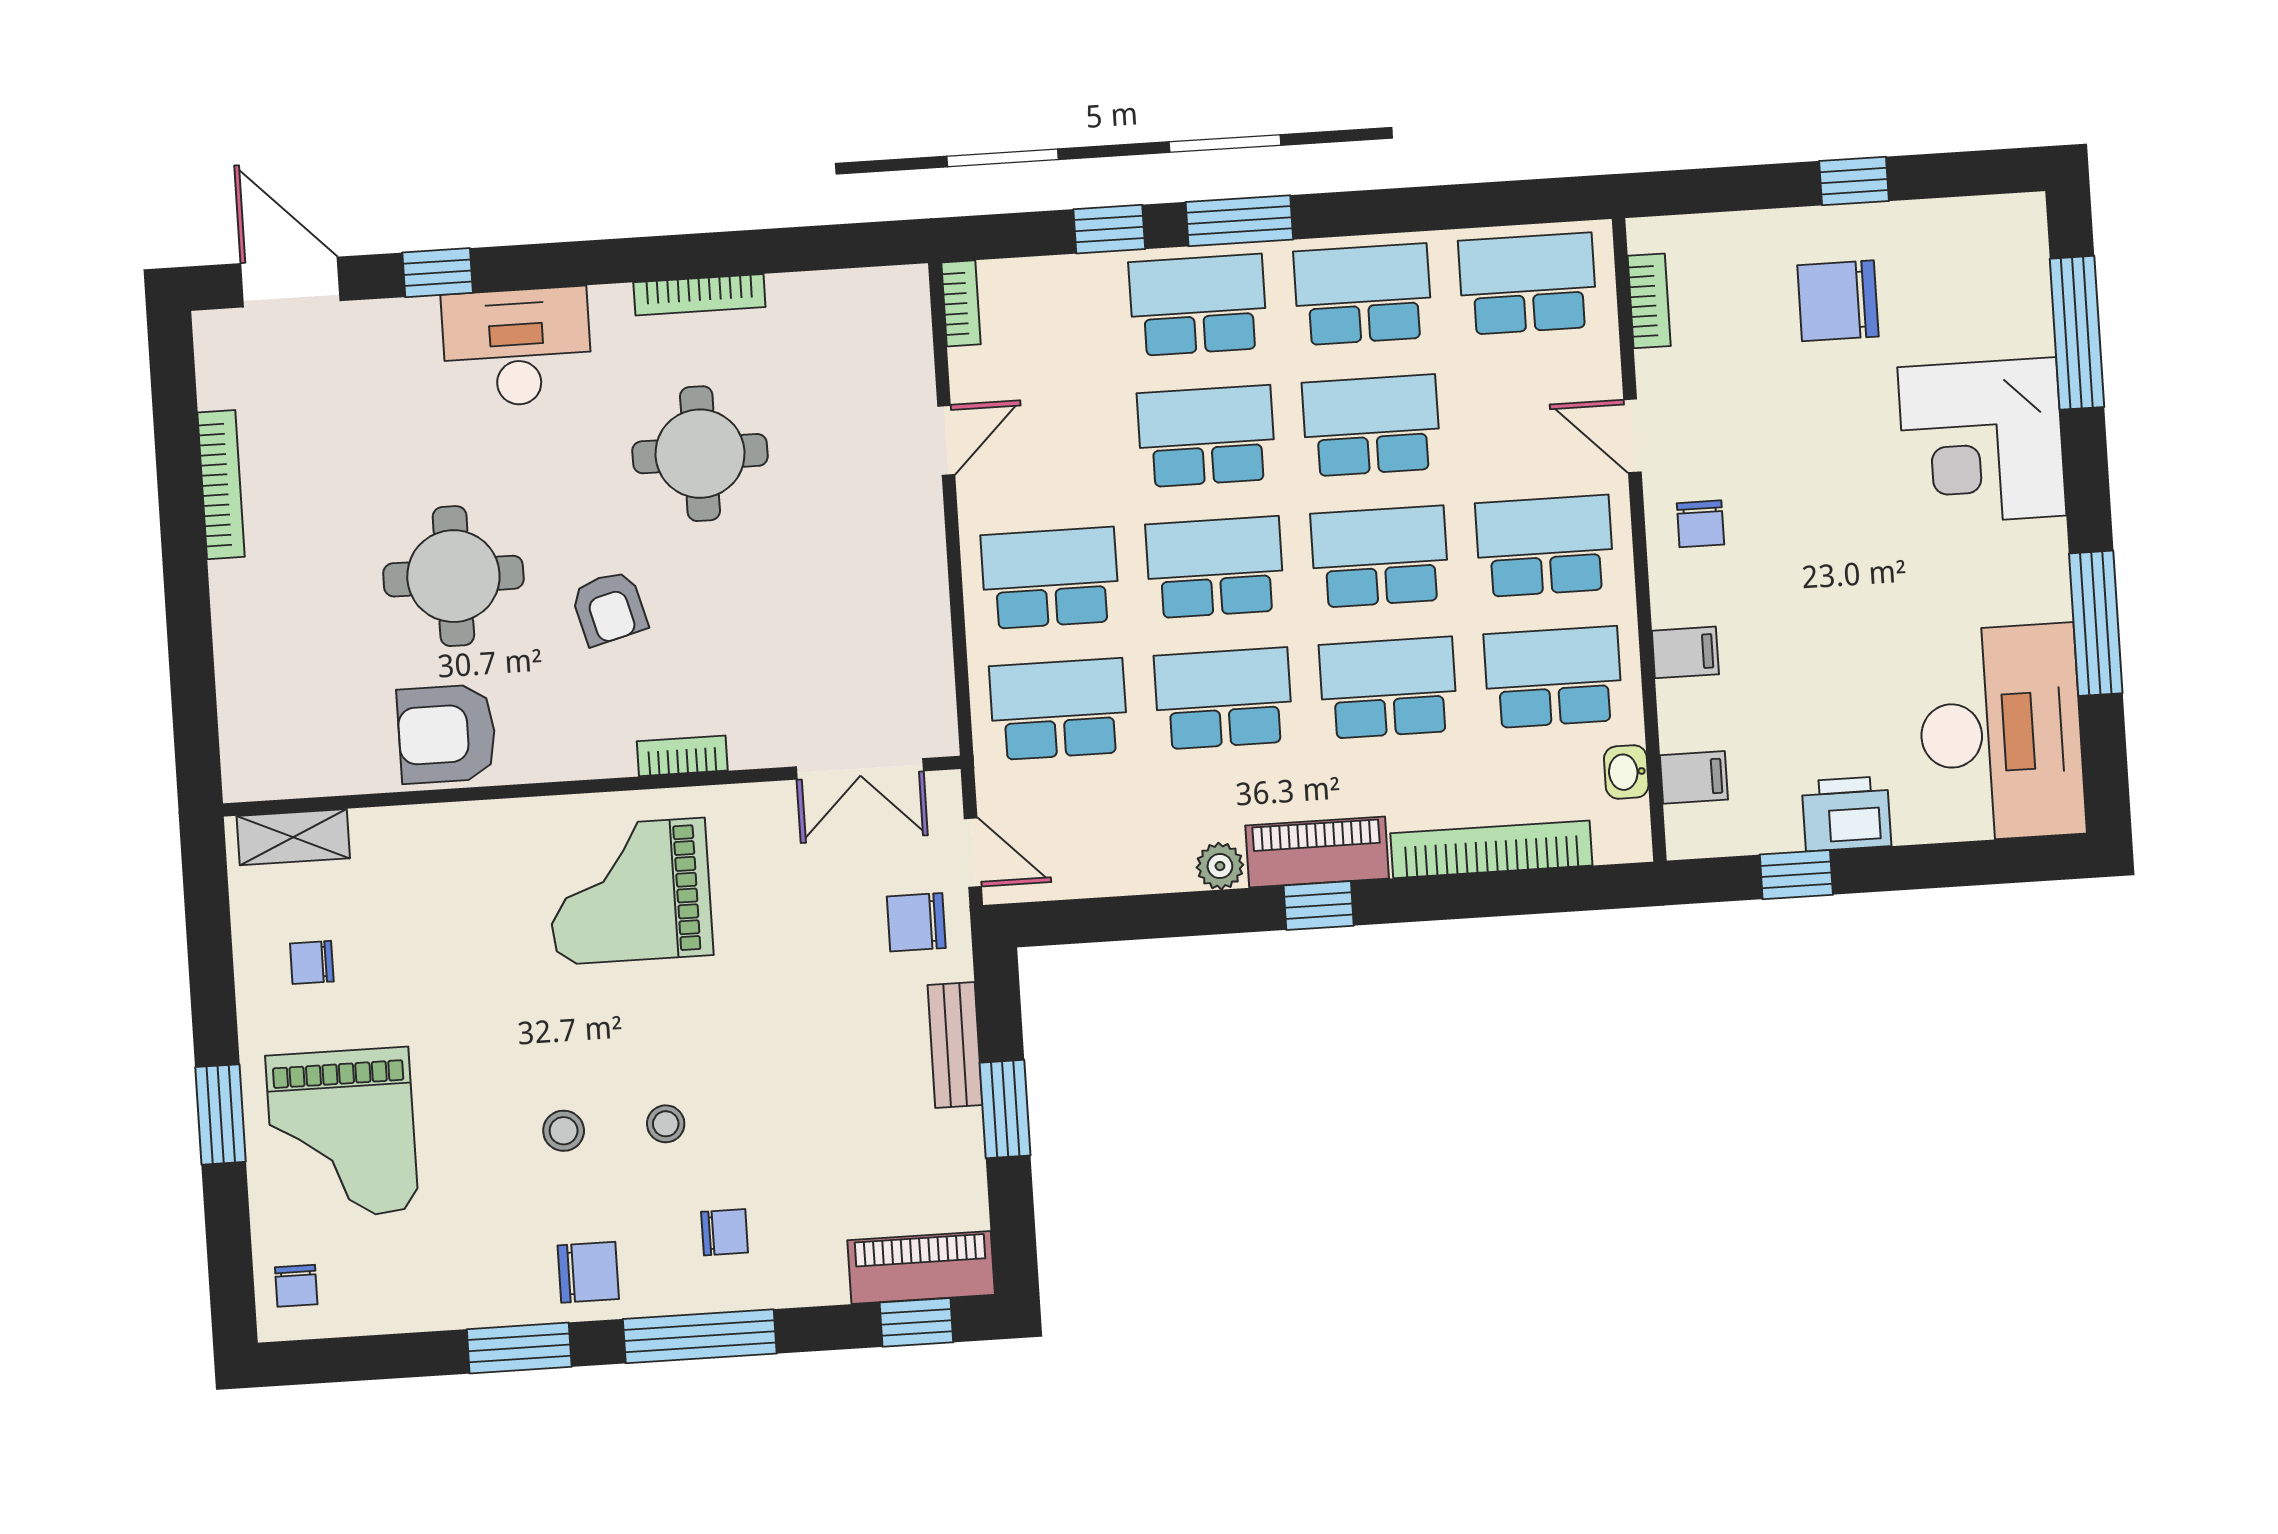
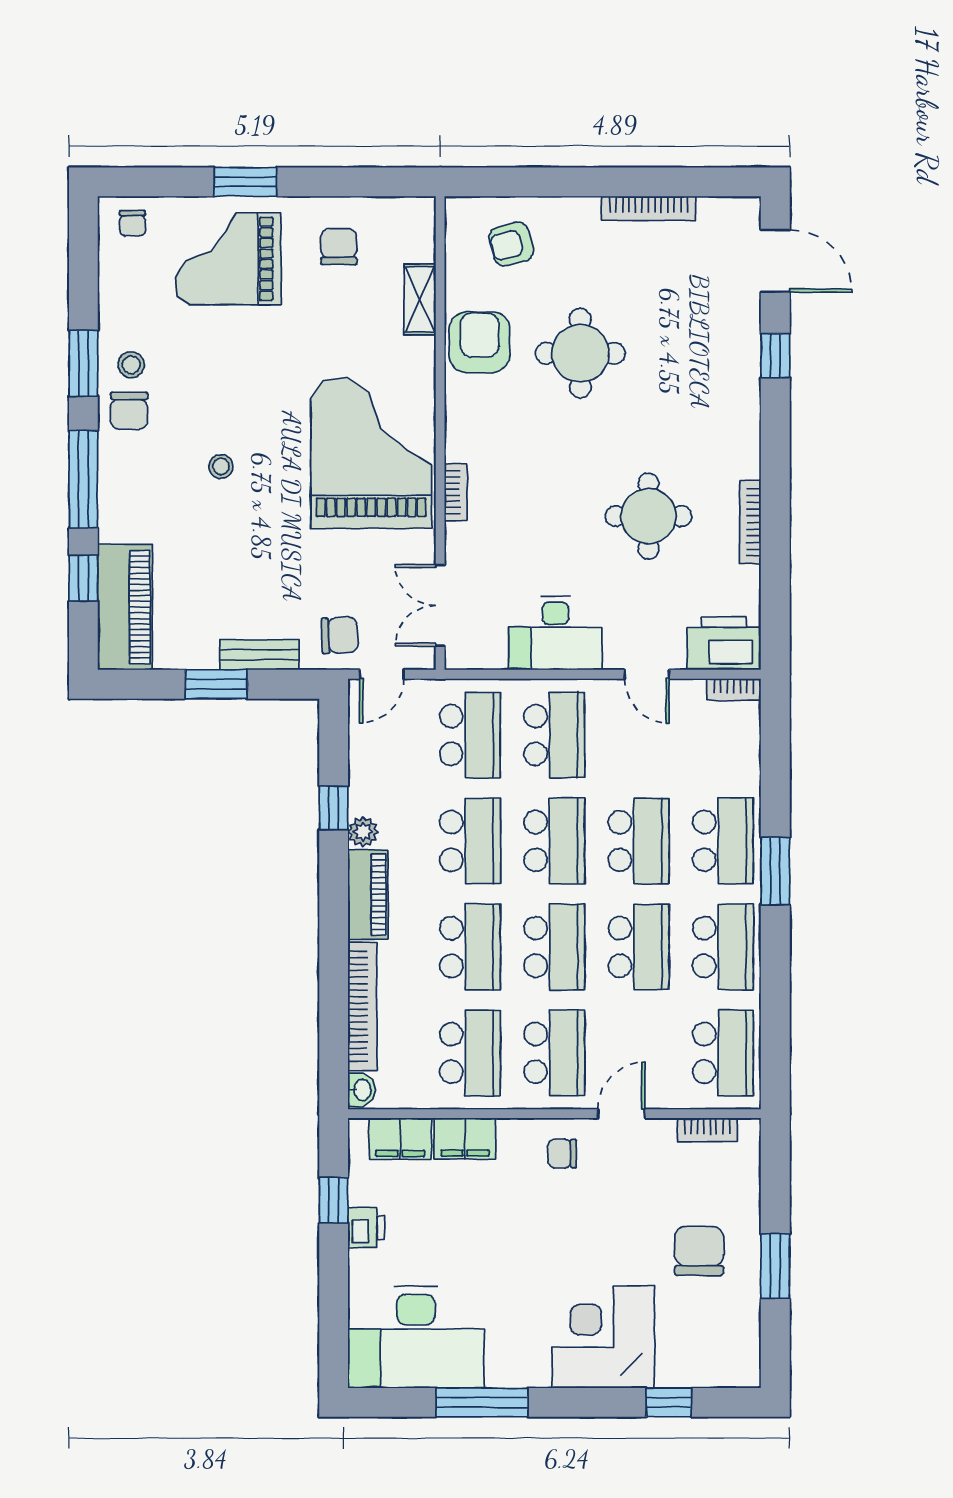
window: (1854, 181) -> (775, 1266), width x1.50
window: (1109, 229) -> (775, 787), removed
door: (290, 282) -> (775, 261), hinge flipped
printer: (890, 323) -> (724, 643), added
window: (2077, 333) -> (669, 1402), width x0.46
desk: (517, 347) -> (555, 633), moved, turned 90
armchair: (609, 608) -> (511, 244), moved
filing cabinet: (1685, 652) -> (465, 1139), width x2.00
washbasin: (1626, 772) -> (362, 1090), moved, turned 90
filing cabinet: (1694, 777) -> (400, 1139), width x2.00
printer: (1846, 814) -> (366, 1228), width x0.73, depth x0.81
shelving: (293, 837) -> (420, 299), moved
grand piano: (630, 891) -> (371, 453), width x1.37, depth x1.48
window: (1319, 906) -> (334, 808), moved
chair: (916, 922) -> (340, 635), turned 87
chair: (312, 962) -> (339, 247), width x1.37, depth x1.37
stool: (564, 1131) -> (131, 365), moved
chair: (725, 1232) -> (149, 500), removed
piano: (921, 1268) -> (125, 607), width x1.37, depth x1.33
chair: (296, 1286) -> (133, 223), turned -90
window: (916, 1322) -> (83, 578), moved

